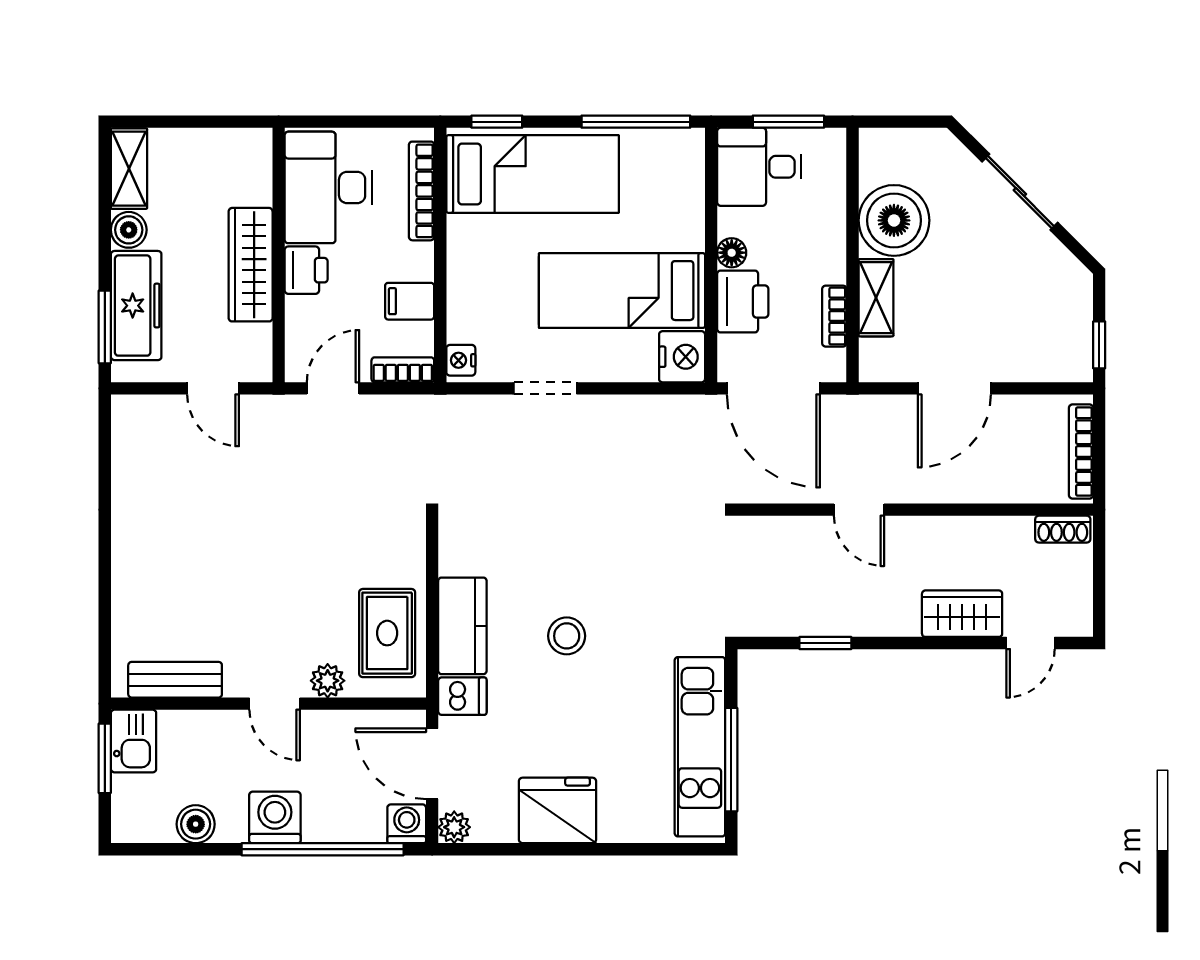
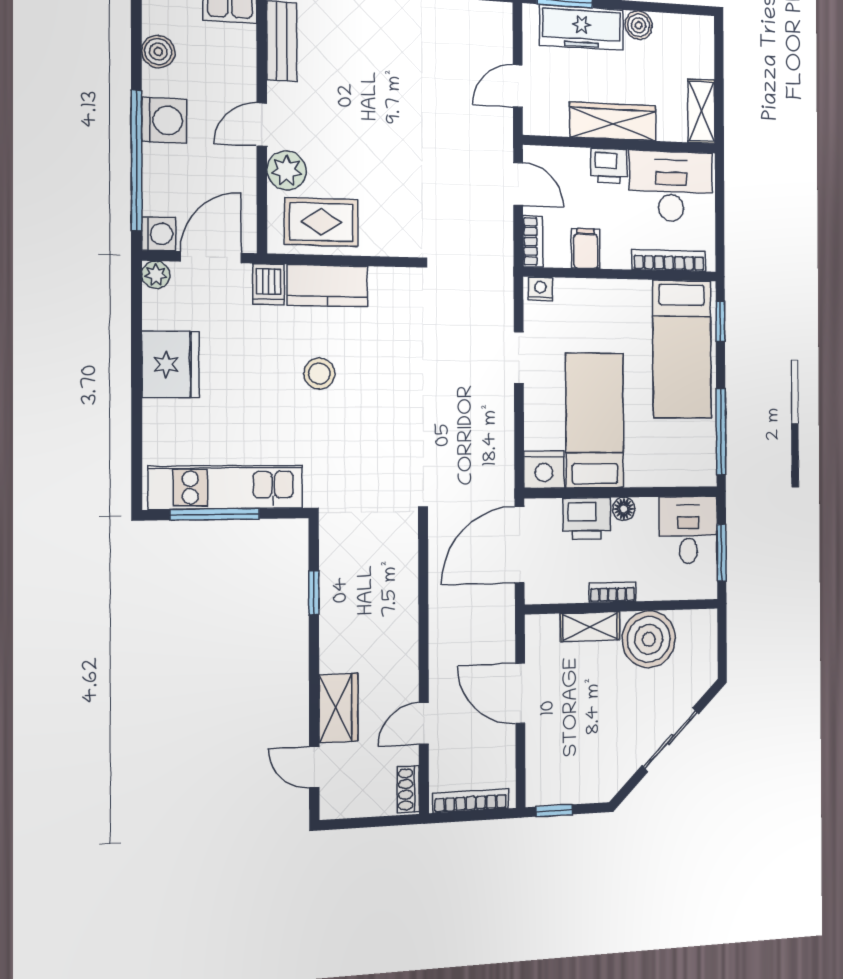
shelving: (129, 169) -> (701, 111), moved, turned 90
bookcase: (834, 316) -> (613, 592), moved
door: (859, 510) -> (424, 723), moved
plant: (328, 681) -> (287, 171), width x1.38, depth x1.38

